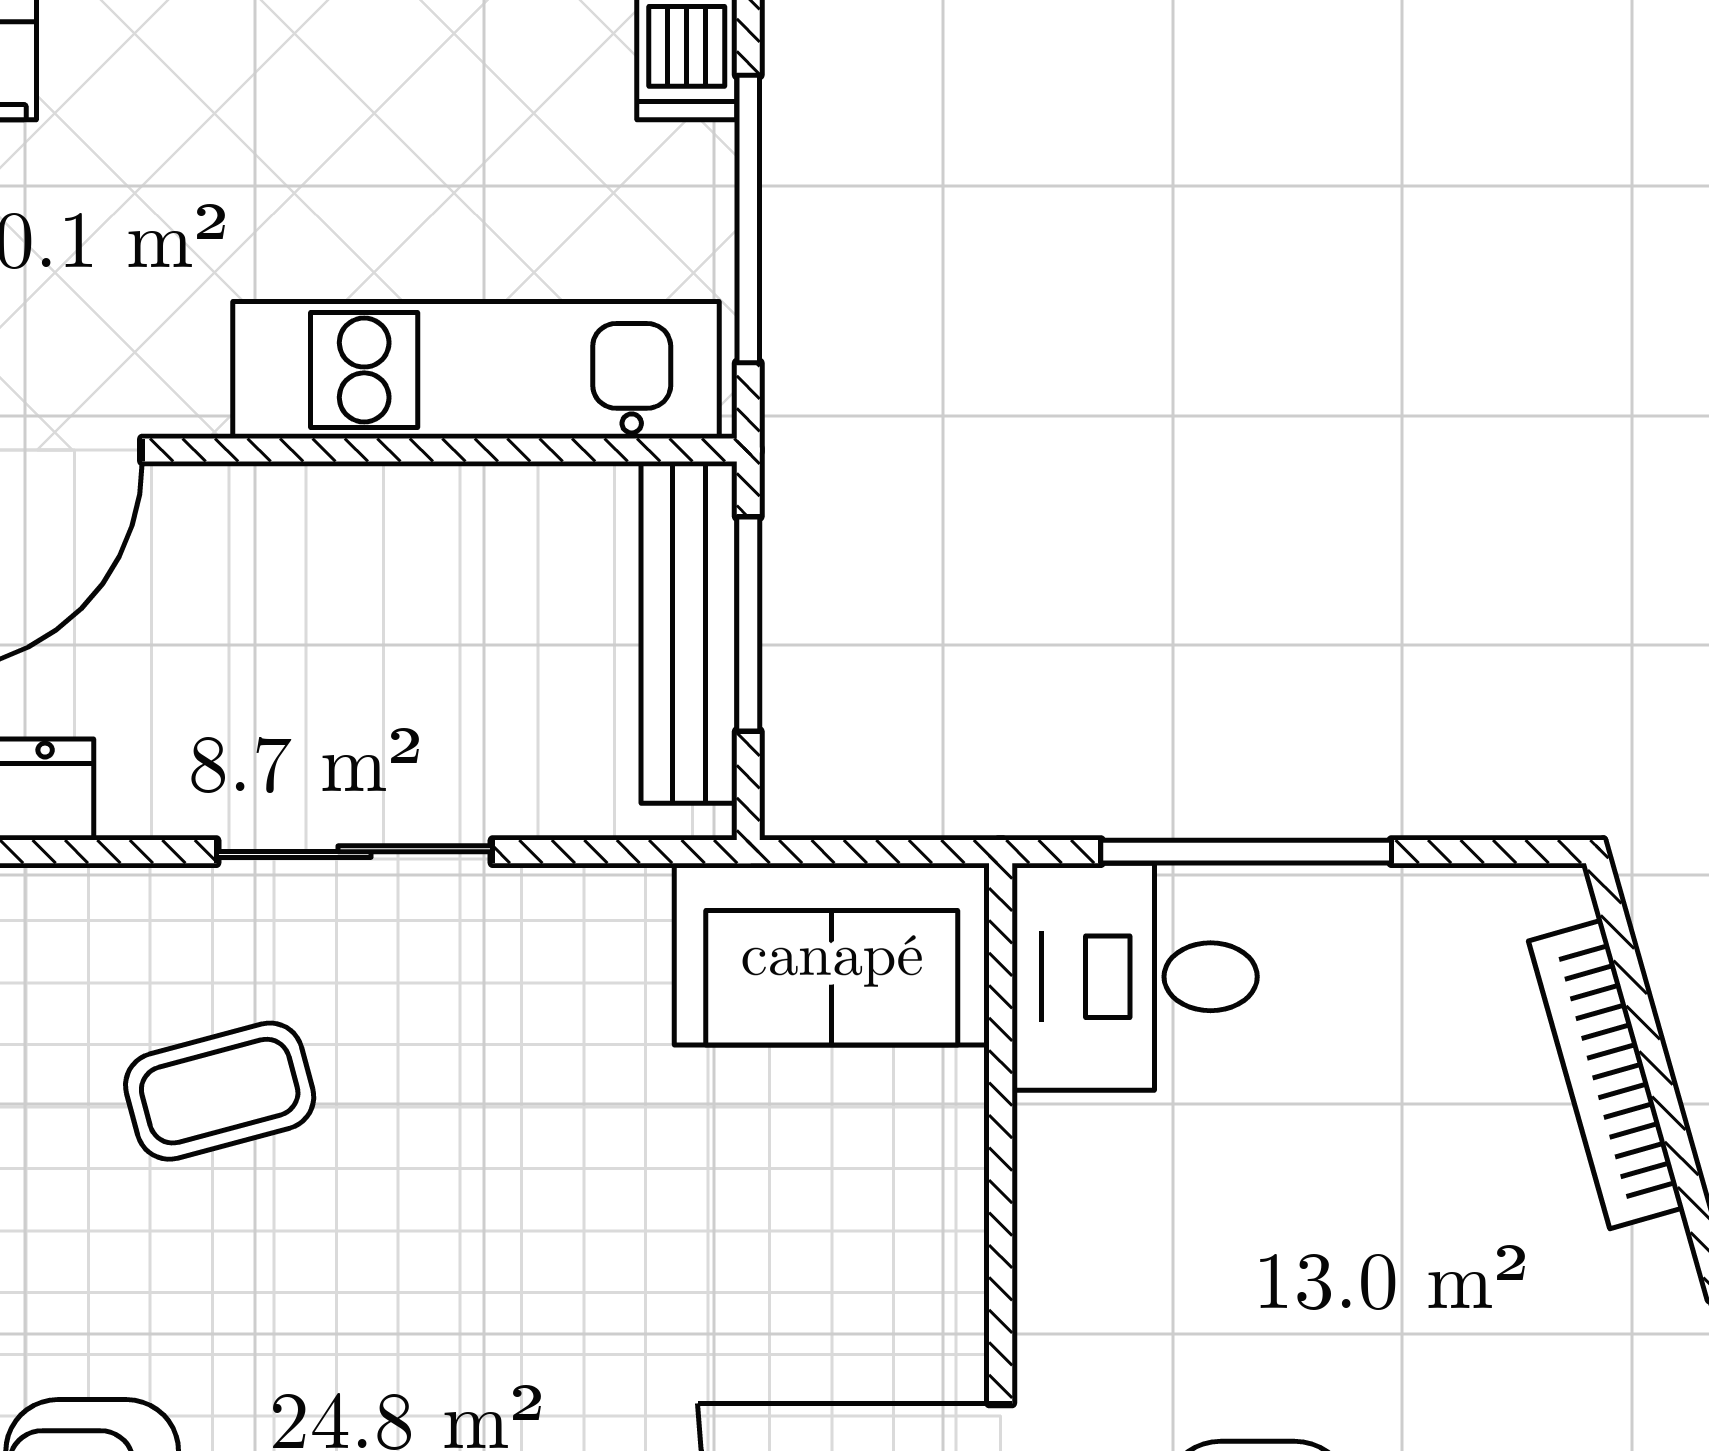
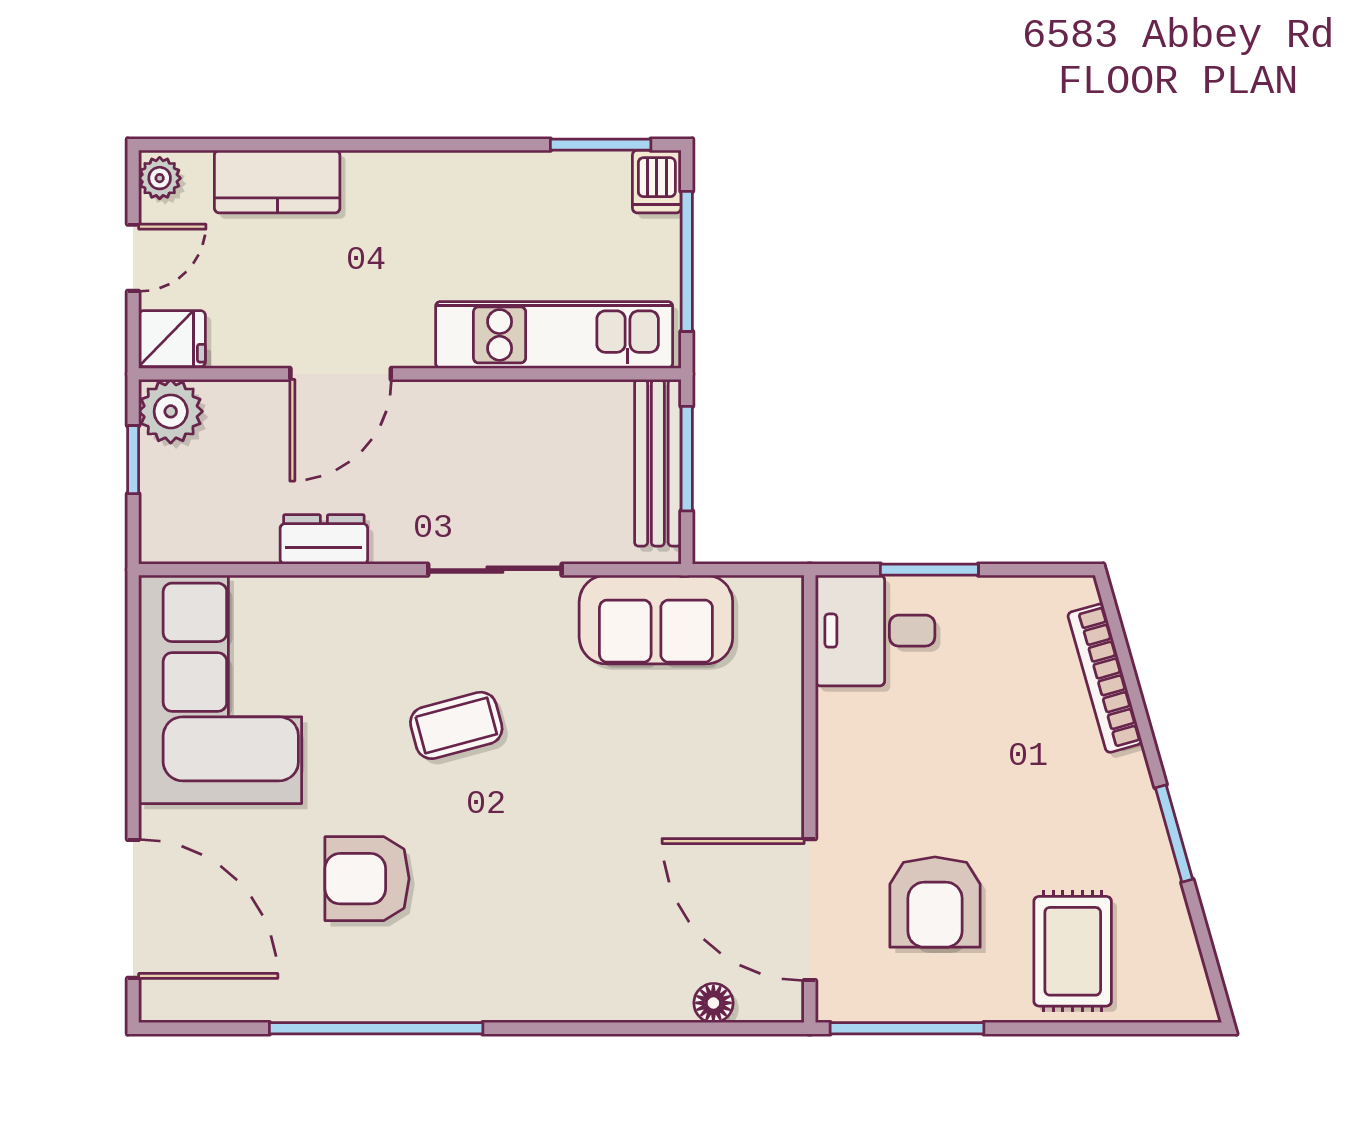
window: (1246, 852) -> (929, 570), width x0.69
sofa: (832, 954) -> (656, 620), moved
coffee table: (220, 1091) -> (456, 725), moved

